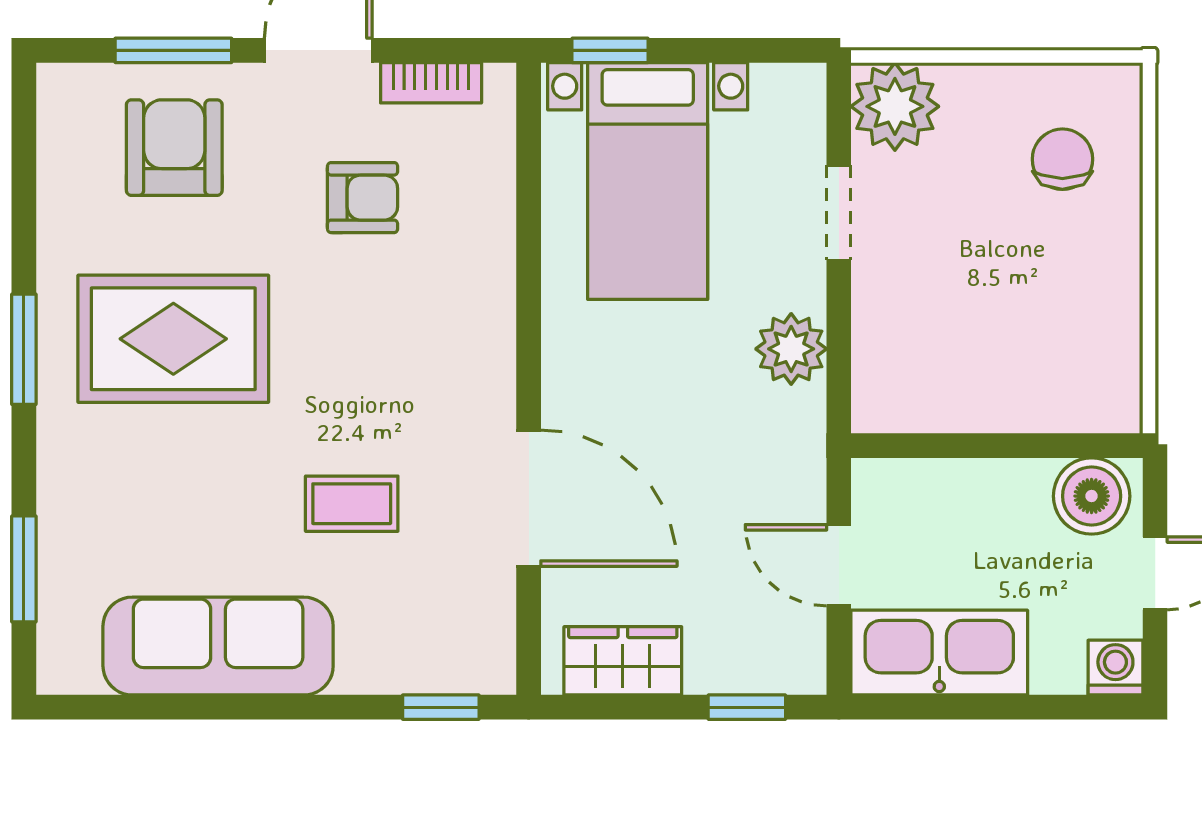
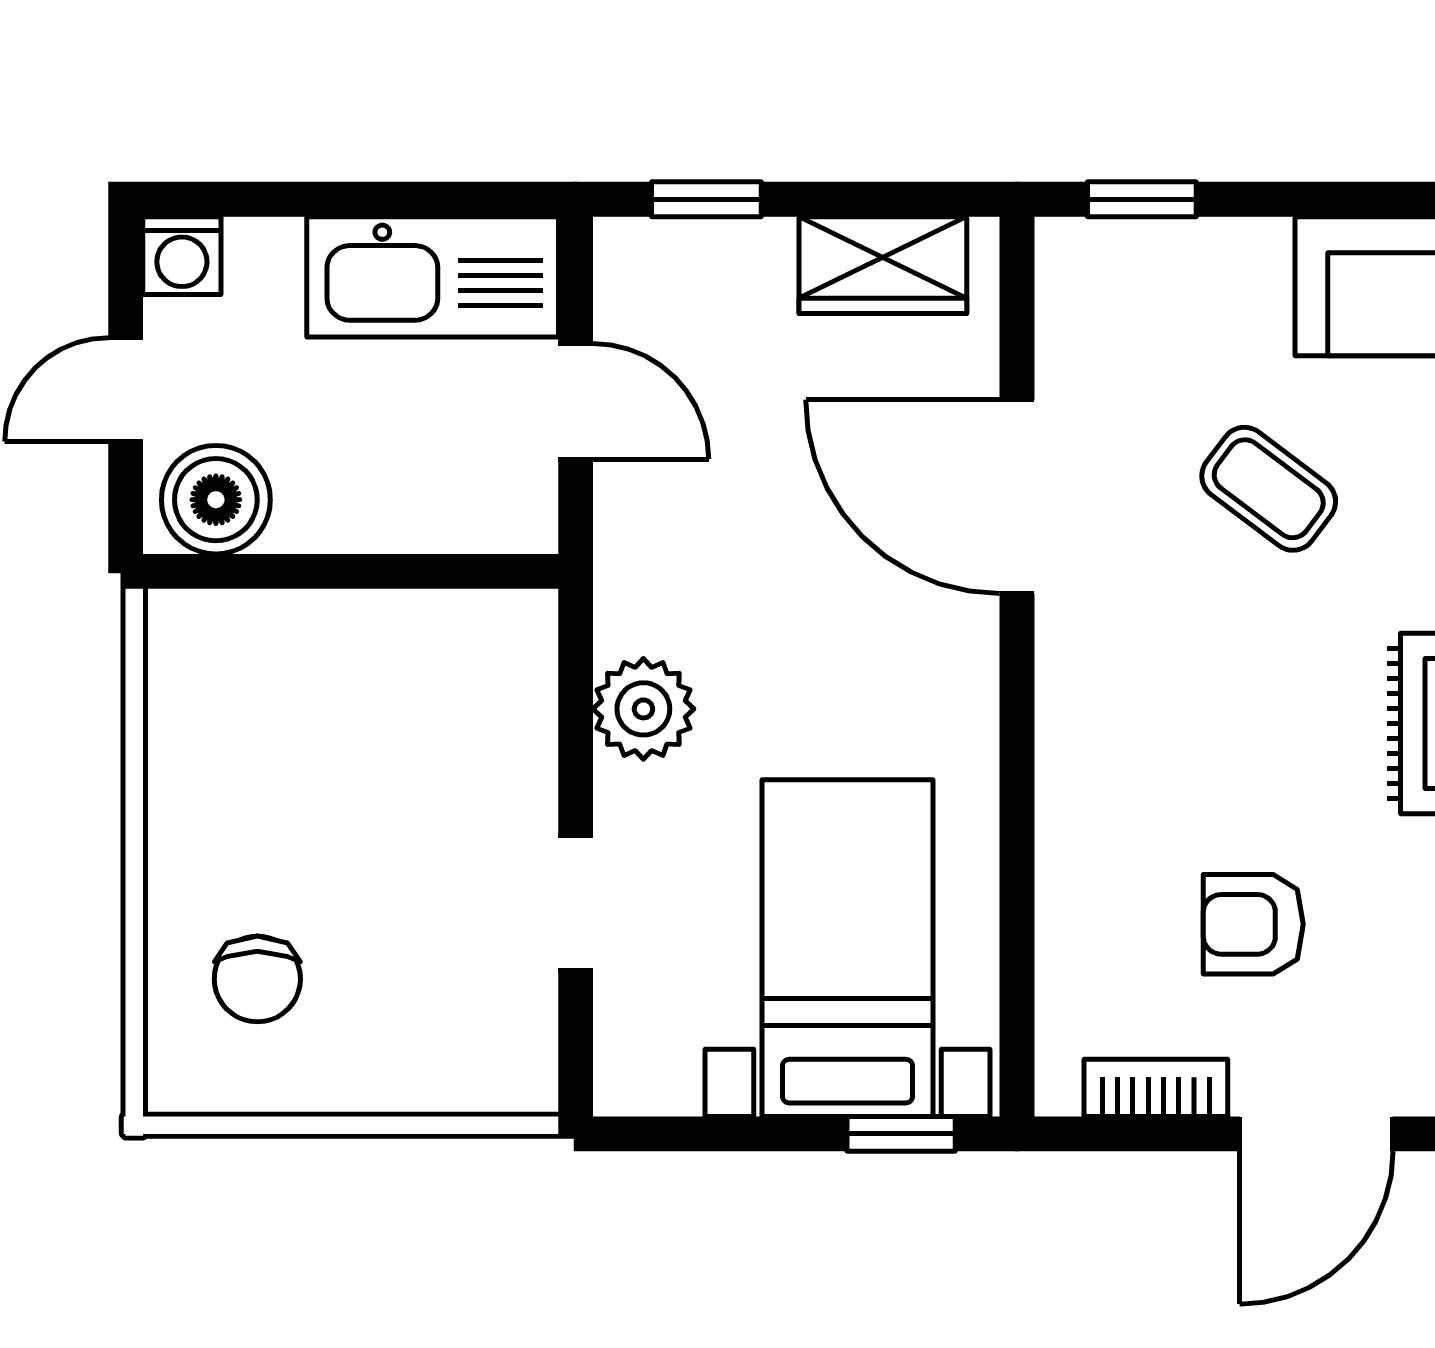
plant: (895, 106) -> (496, 1054), removed
coffee table: (352, 504) -> (1269, 489), turned 37

